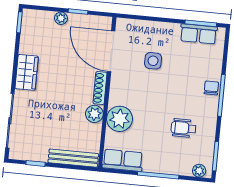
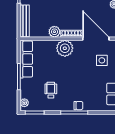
door: (111, 51) -> (96, 39), hinge flipped
side table: (153, 61) -> (102, 60), moved
plant: (120, 119) -> (65, 48), moved
row of seats: (123, 160) -> (26, 59), width x1.48

